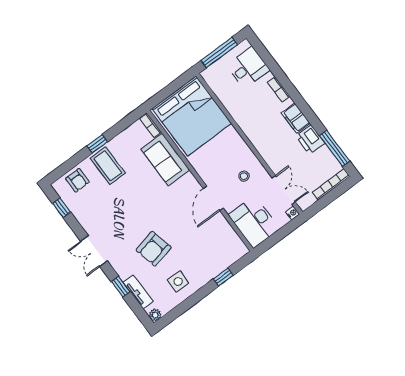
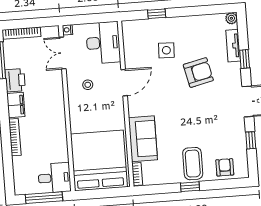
desk: (248, 68) -> (54, 178), moved, turned 180
bookcase: (279, 89) -> (15, 137), width x1.56
window: (62, 208) -> (251, 140), moved
side table: (178, 281) -> (166, 50), moved

